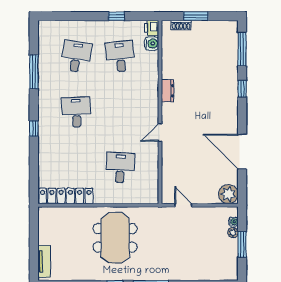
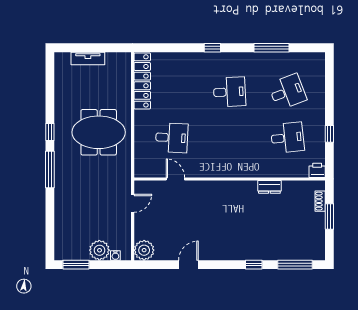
water cooler: (152, 44) -> (301, 170), removed
desk: (76, 57) -> (287, 92), turned -30
dresser: (168, 91) -> (269, 187), moved
door: (160, 132) -> (175, 179), moved
door: (242, 152) -> (188, 265), width x0.53
plant: (233, 233) -> (99, 250), width x1.87, depth x1.87
window: (242, 244) -> (76, 265), moved
tv unit: (44, 261) -> (88, 58), moved

